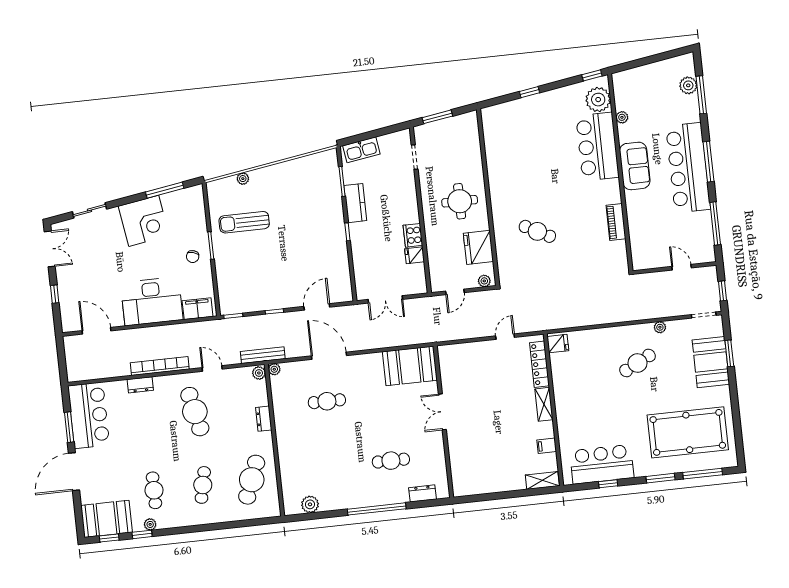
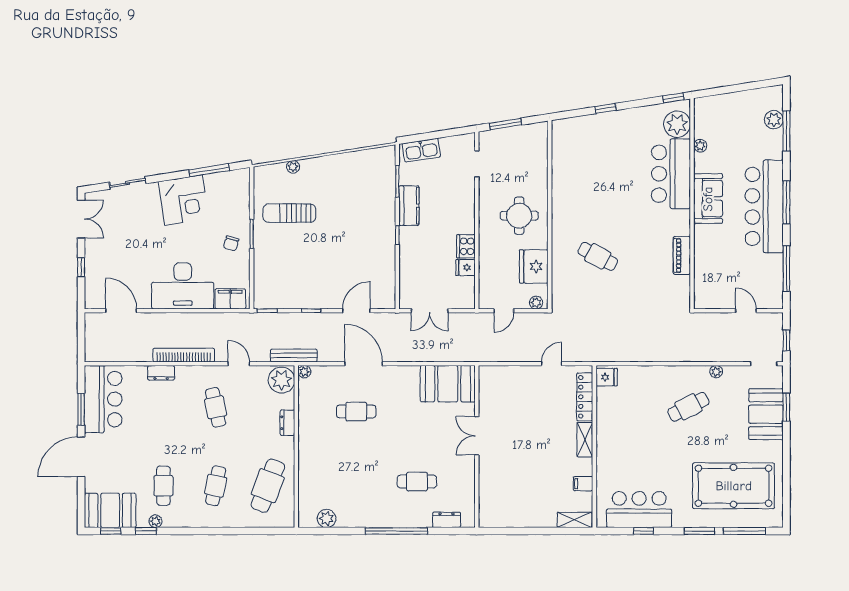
plant: (259, 373) -> (282, 380), width x1.87, depth x1.87
cafe table: (195, 412) -> (216, 407), width x0.73, depth x0.74

